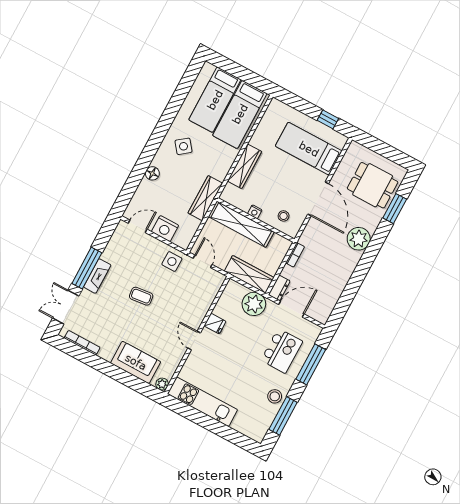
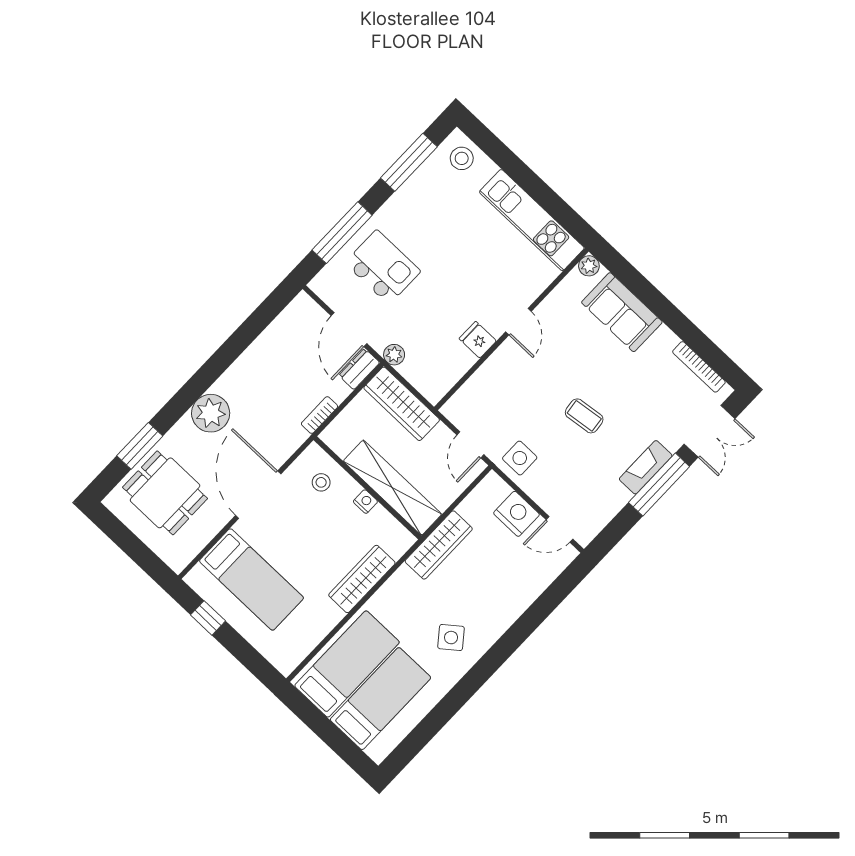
floor lamp: (152, 173) -> (513, 608), removed
plant: (254, 304) -> (394, 355), width x0.53, depth x0.53
door: (291, 309) -> (349, 330), hinge flipped
kitchen island: (282, 351) -> (383, 267), turned 90
stool: (275, 396) -> (462, 158), moved

